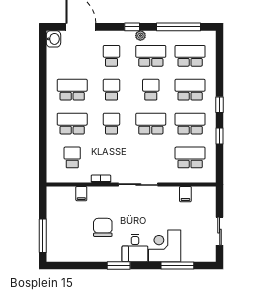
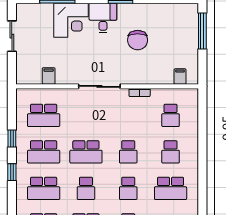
school desk: (72, 124) -> (171, 152), width x0.54
filing cabinet: (81, 194) -> (180, 77), moved

